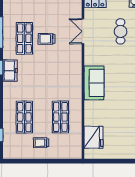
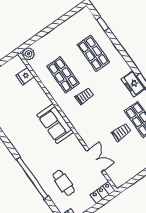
fridge: (93, 137) -> (25, 76), width x0.53, depth x0.75
trolley: (41, 143) -> (84, 96), moved
plant: (76, 153) -> (29, 54), added

